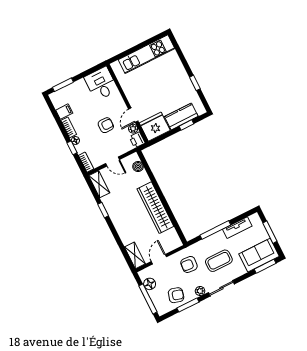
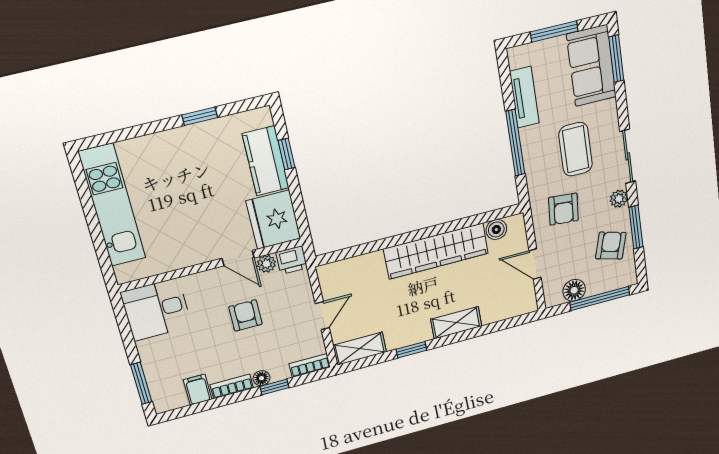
boiler: (138, 167) -> (496, 229), moved
shelving: (135, 255) -> (456, 323), moved

